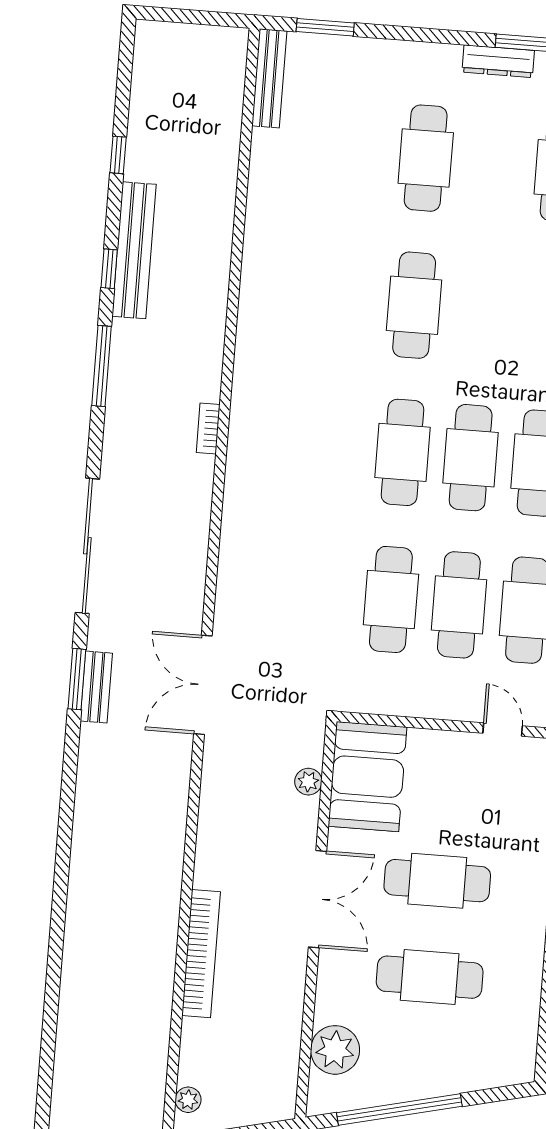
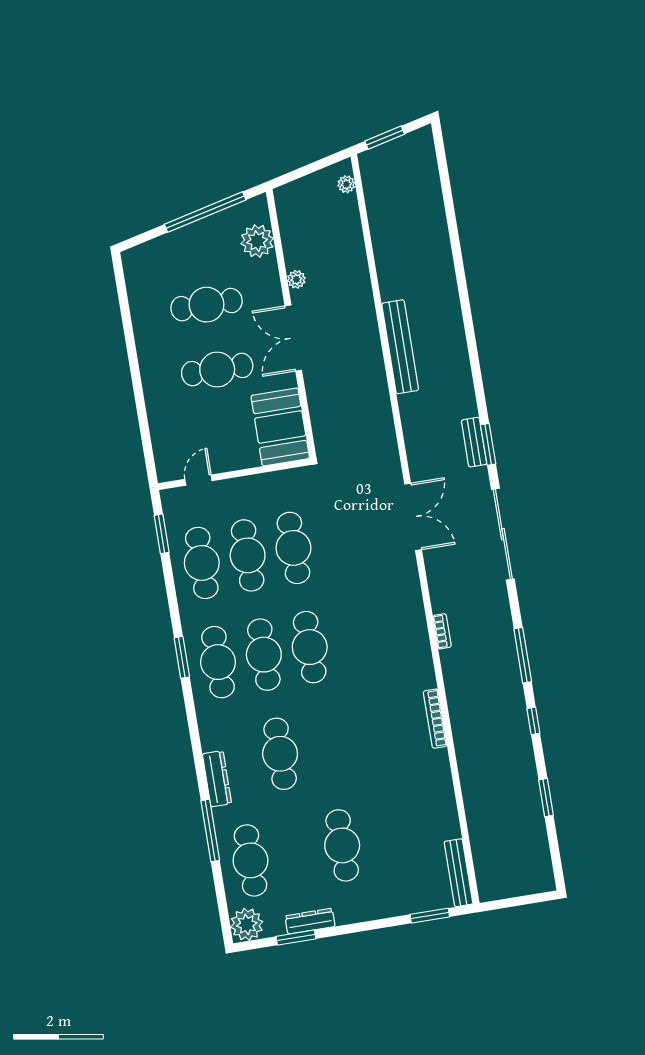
window: (118, 155) -> (546, 798), width x1.50
bench: (134, 250) -> (400, 347), moved
cafe table: (414, 305) -> (280, 754), moved
double door: (203, 685) -> (413, 517), moved
door: (503, 730) -> (198, 480), swing flipped
plant: (308, 782) -> (296, 279), moved
bookcase: (201, 954) -> (435, 719), moved, width x0.68, depth x0.76

